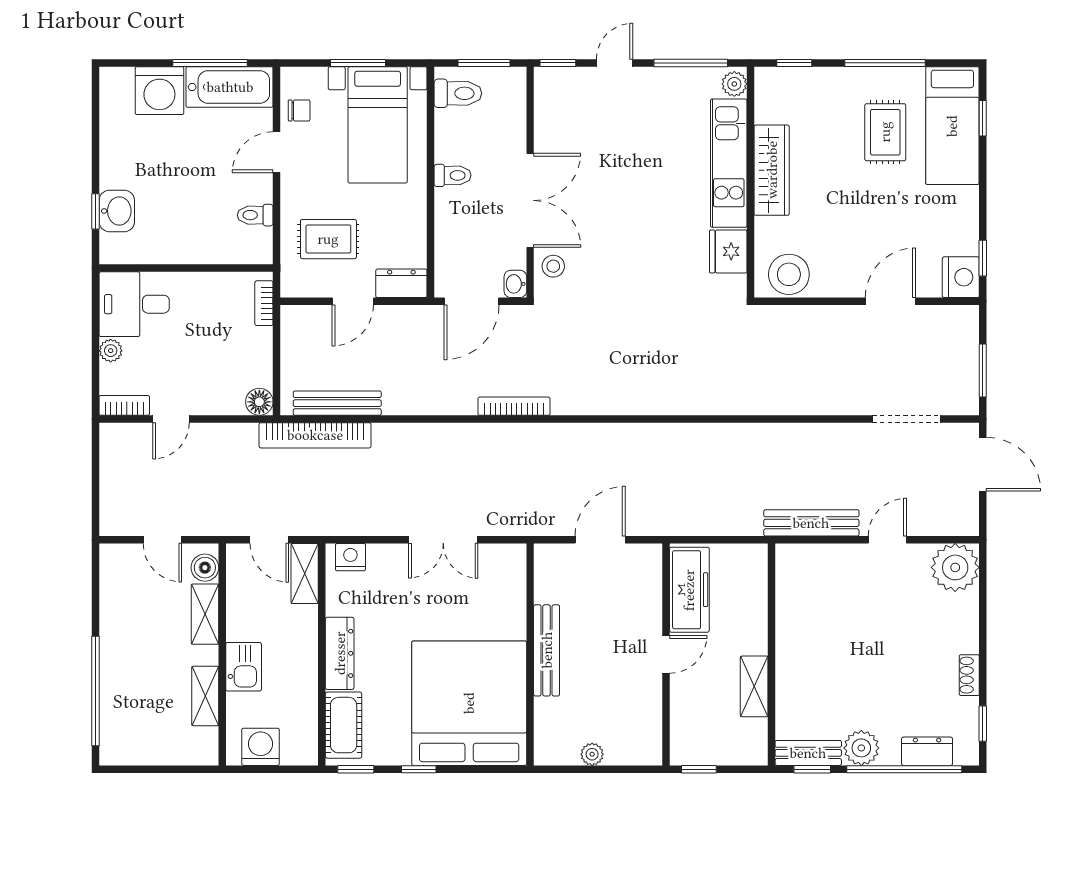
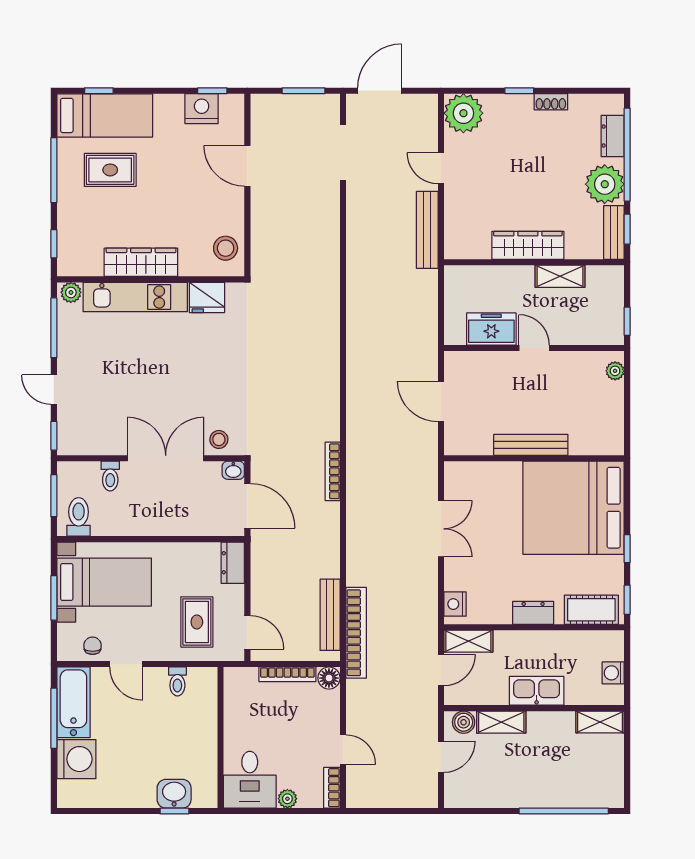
toilet: (452, 175) -> (110, 476), moved, turned 180
stool: (789, 274) -> (226, 248), width x0.73, depth x0.73
nightstand: (961, 277) -> (202, 109), moved
door: (353, 301) -> (247, 632), moved
bookcase: (264, 303) -> (287, 674), moved, width x1.56
freezer: (689, 590) -> (491, 329), width x0.71
wardrobe: (792, 647) -> (528, 245), added
dresser: (340, 653) -> (533, 613), width x0.70
kitchen sink: (244, 667) -> (537, 691), width x1.38
shelving: (205, 696) -> (600, 722), moved
window: (983, 724) -> (519, 91), moved
washing machine: (261, 747) -> (613, 673), width x0.73, depth x0.73
plant: (861, 748) -> (605, 184), width x1.36, depth x1.36
plant: (592, 754) -> (615, 371), moved

